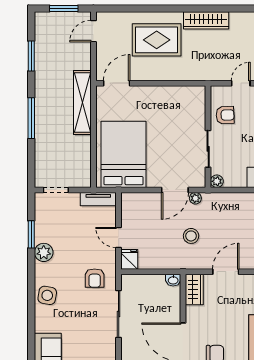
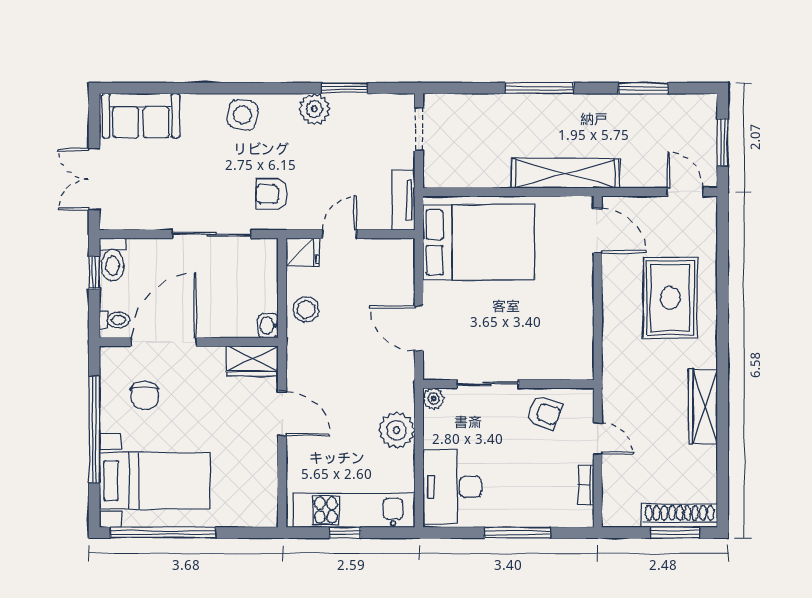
wardrobe: (206, 20) -> (703, 406), moved
armchair: (225, 115) -> (544, 412), turned -69
plant: (195, 198) -> (397, 430), moved, width x1.88, depth x1.88
stool: (191, 236) -> (306, 309), moved

